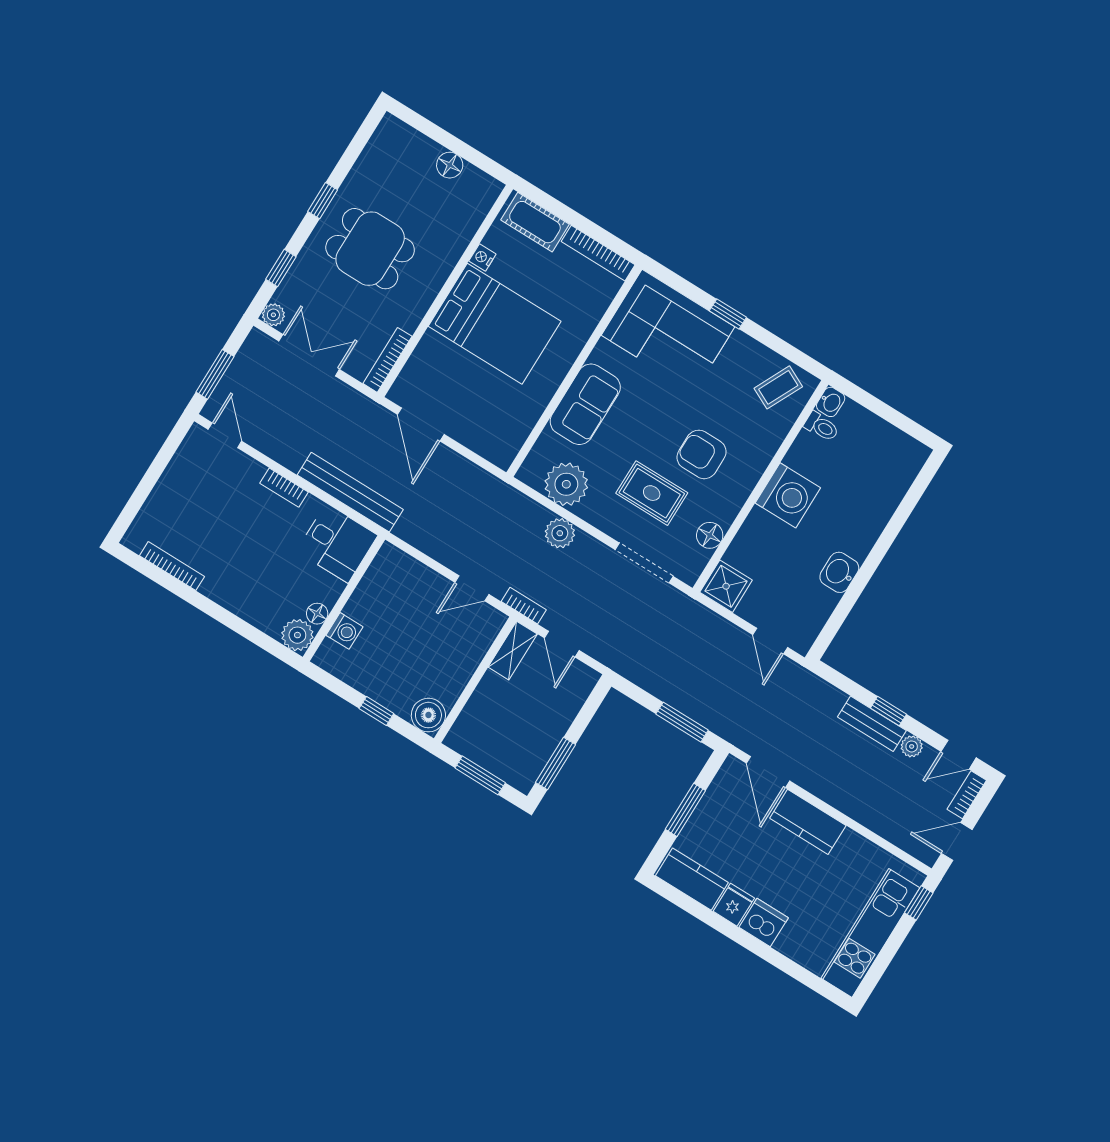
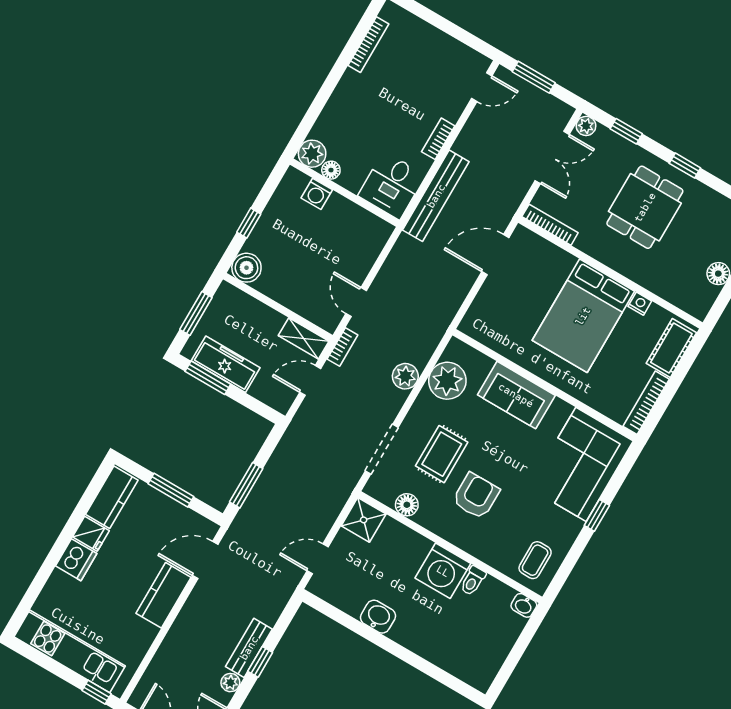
coffee table: (778, 387) -> (535, 560), turned 64
toilet: (822, 427) -> (473, 581), moved
freezer: (540, 742) -> (226, 364), added

